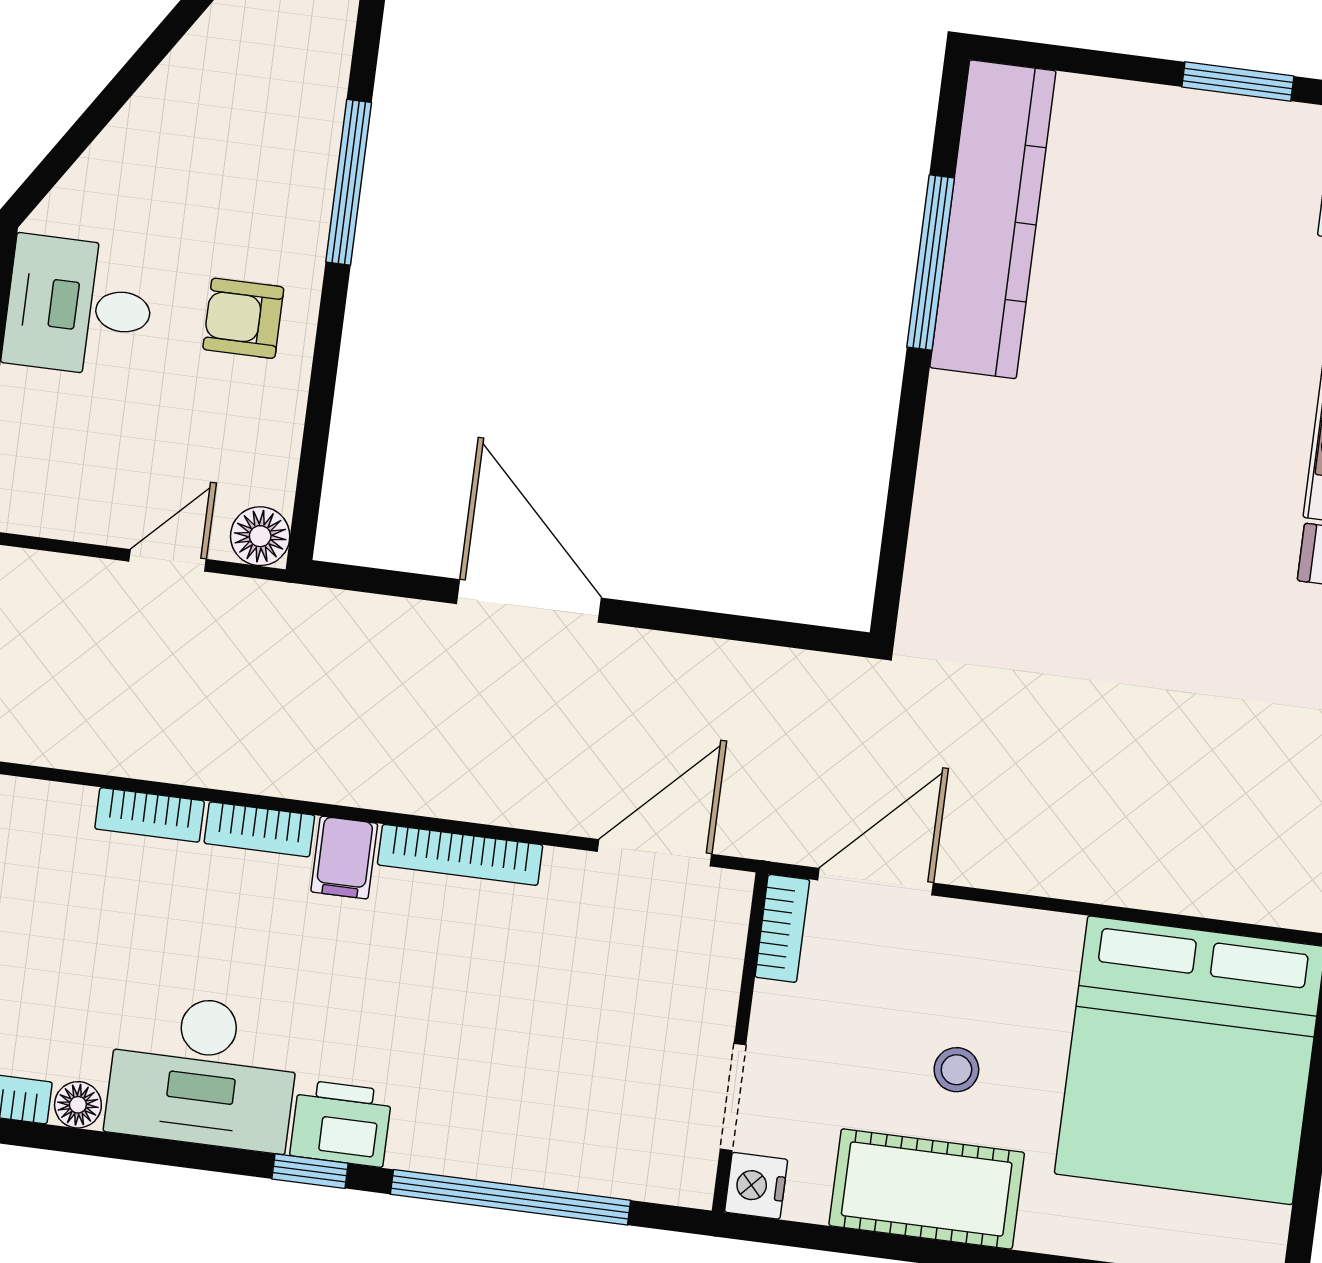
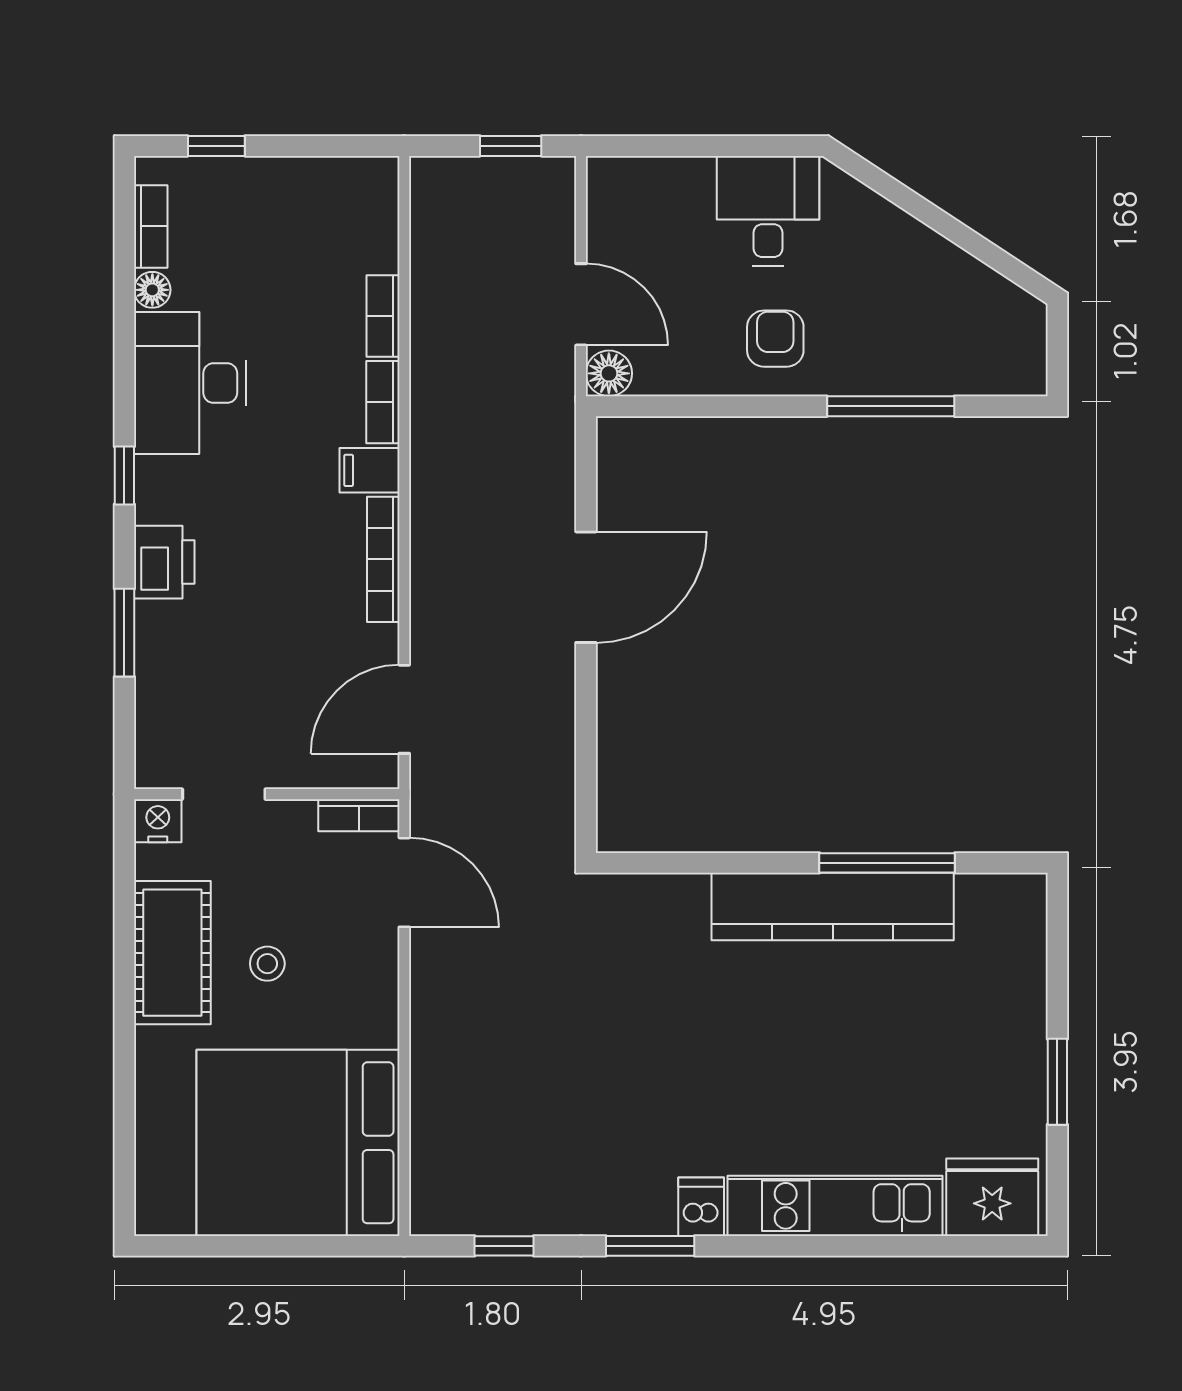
kitchen counter: (993, 219) -> (833, 907), moved
door: (168, 560) -> (581, 304), width x1.38
door: (655, 853) -> (404, 709), swing flipped
printer: (341, 1123) -> (164, 562), moved
window: (511, 1197) -> (124, 633), width x0.47

